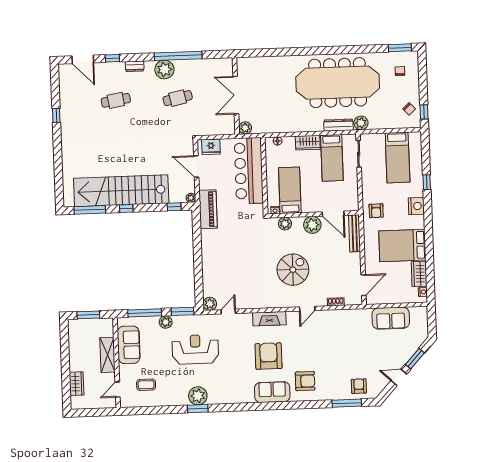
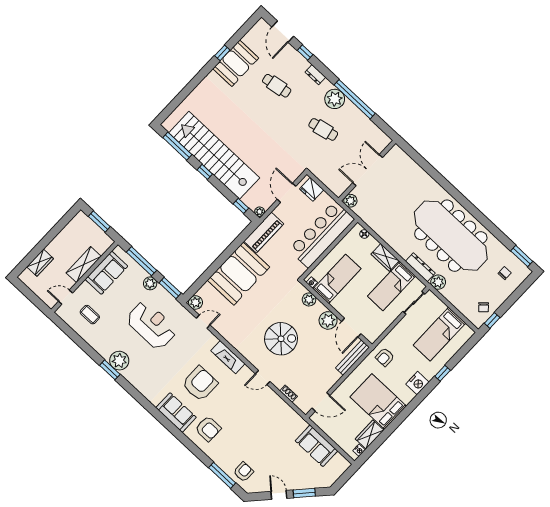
booth: (73, 113) -> (236, 63), added
booth: (219, 255) -> (238, 274), added

